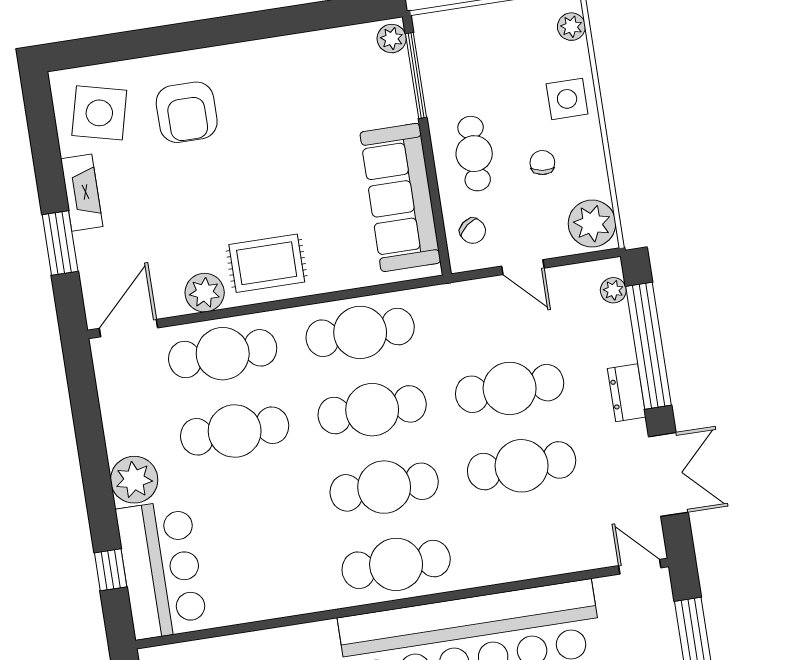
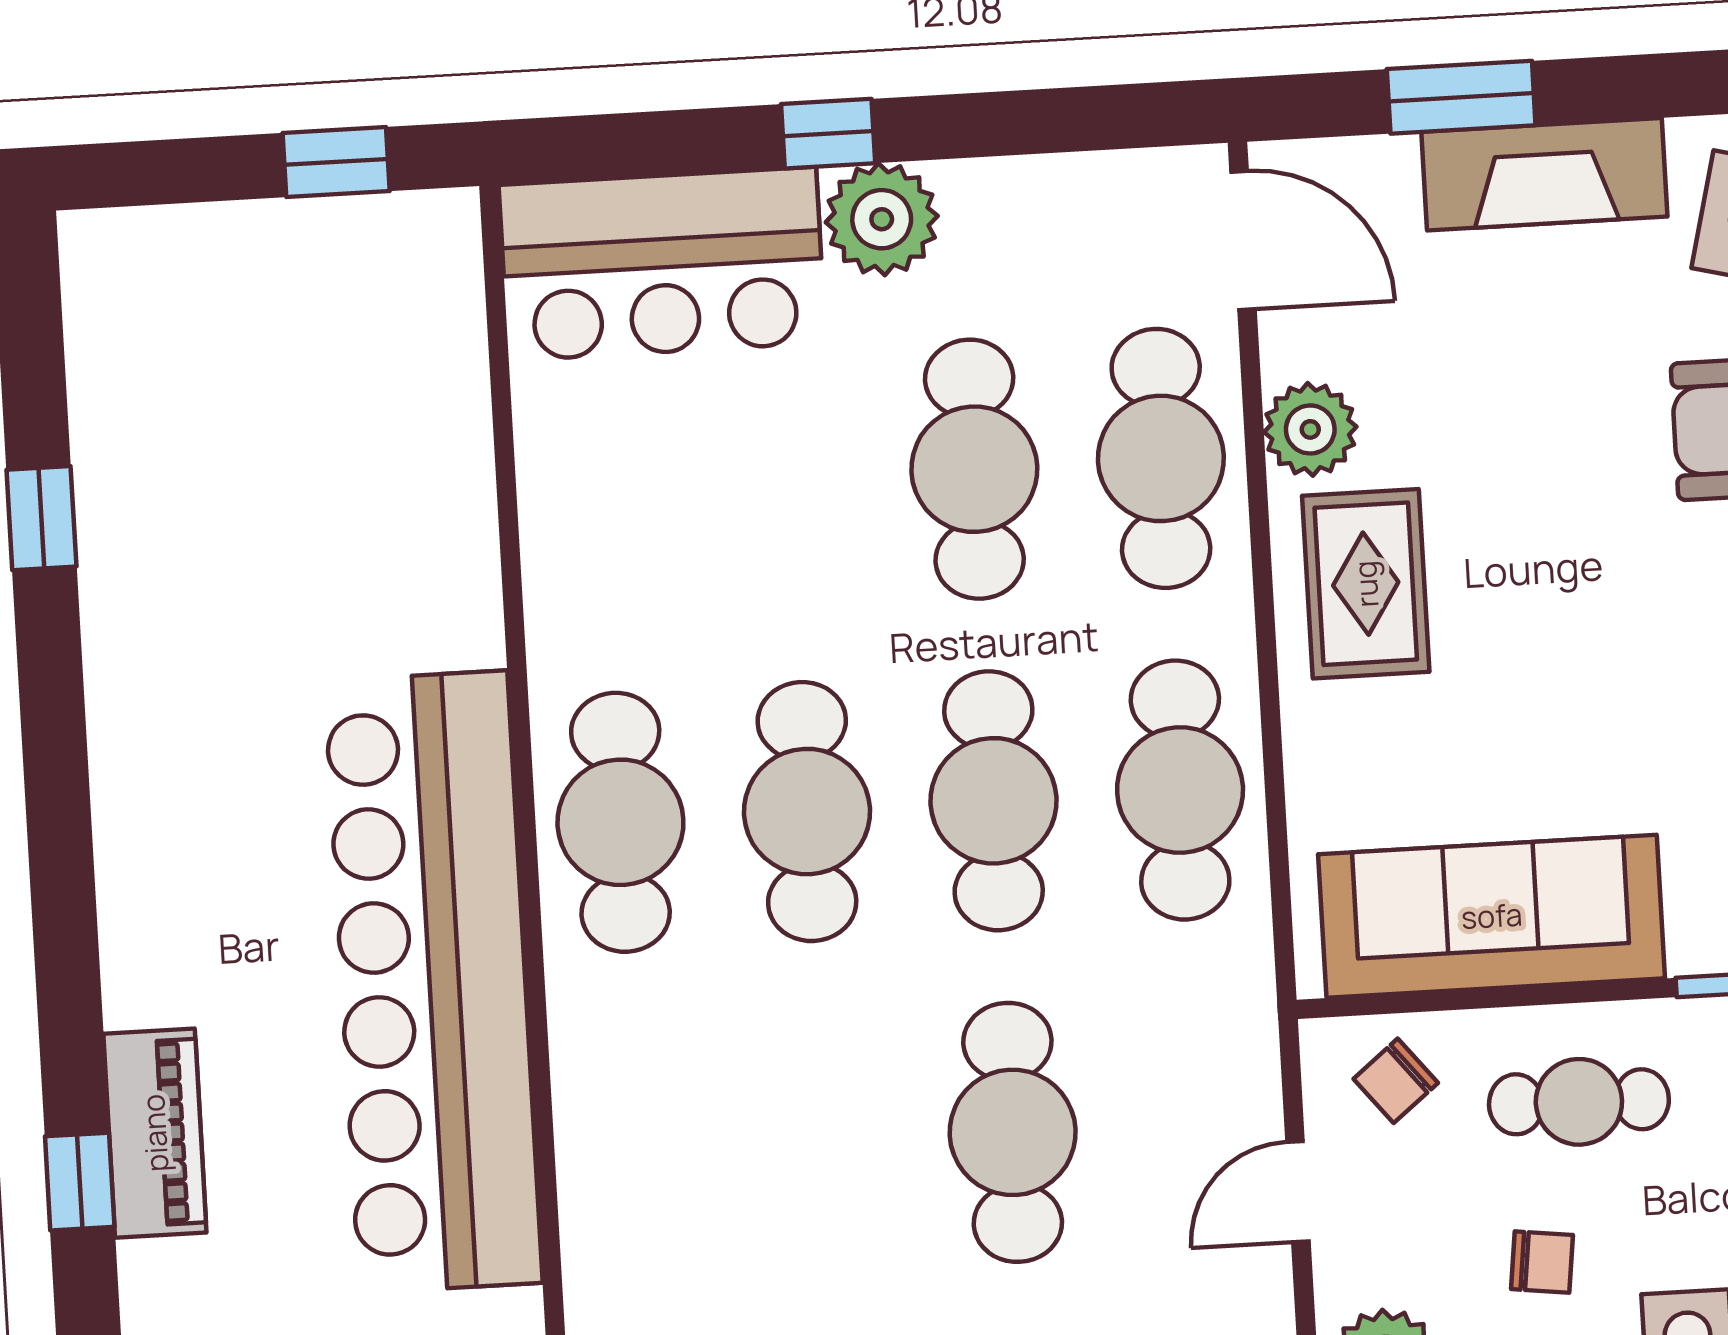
fireplace: (82, 193) -> (1544, 174), width x1.37, depth x1.32
cafe table: (522, 466) -> (826, 1143), removed
window: (111, 570) -> (828, 134), moved

